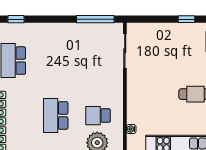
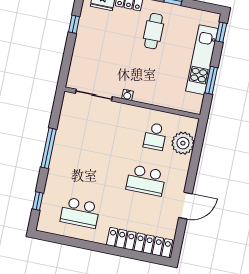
window: (95, 19) -> (49, 148), moved
water cooler: (131, 129) -> (127, 95), moved

